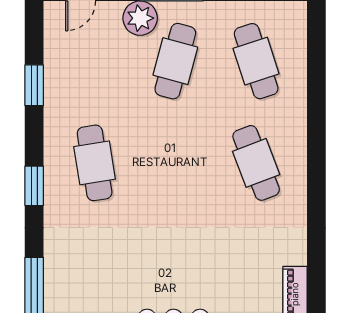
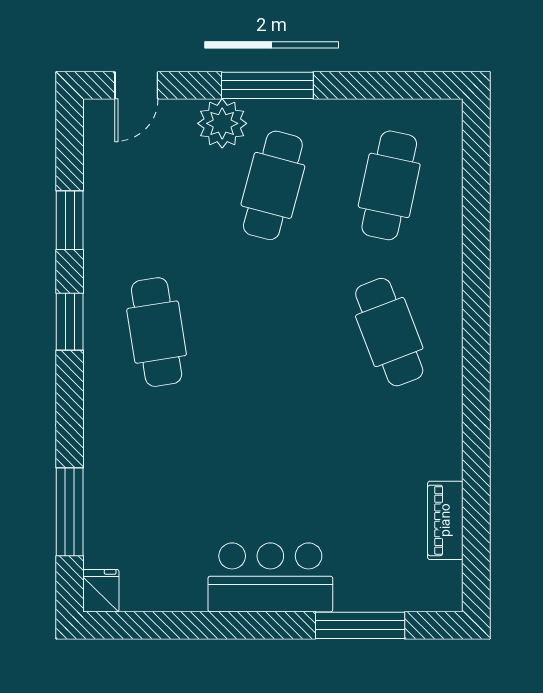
cafe table: (256, 61) -> (389, 185), turned 30
window: (34, 186) -> (70, 322), moved

